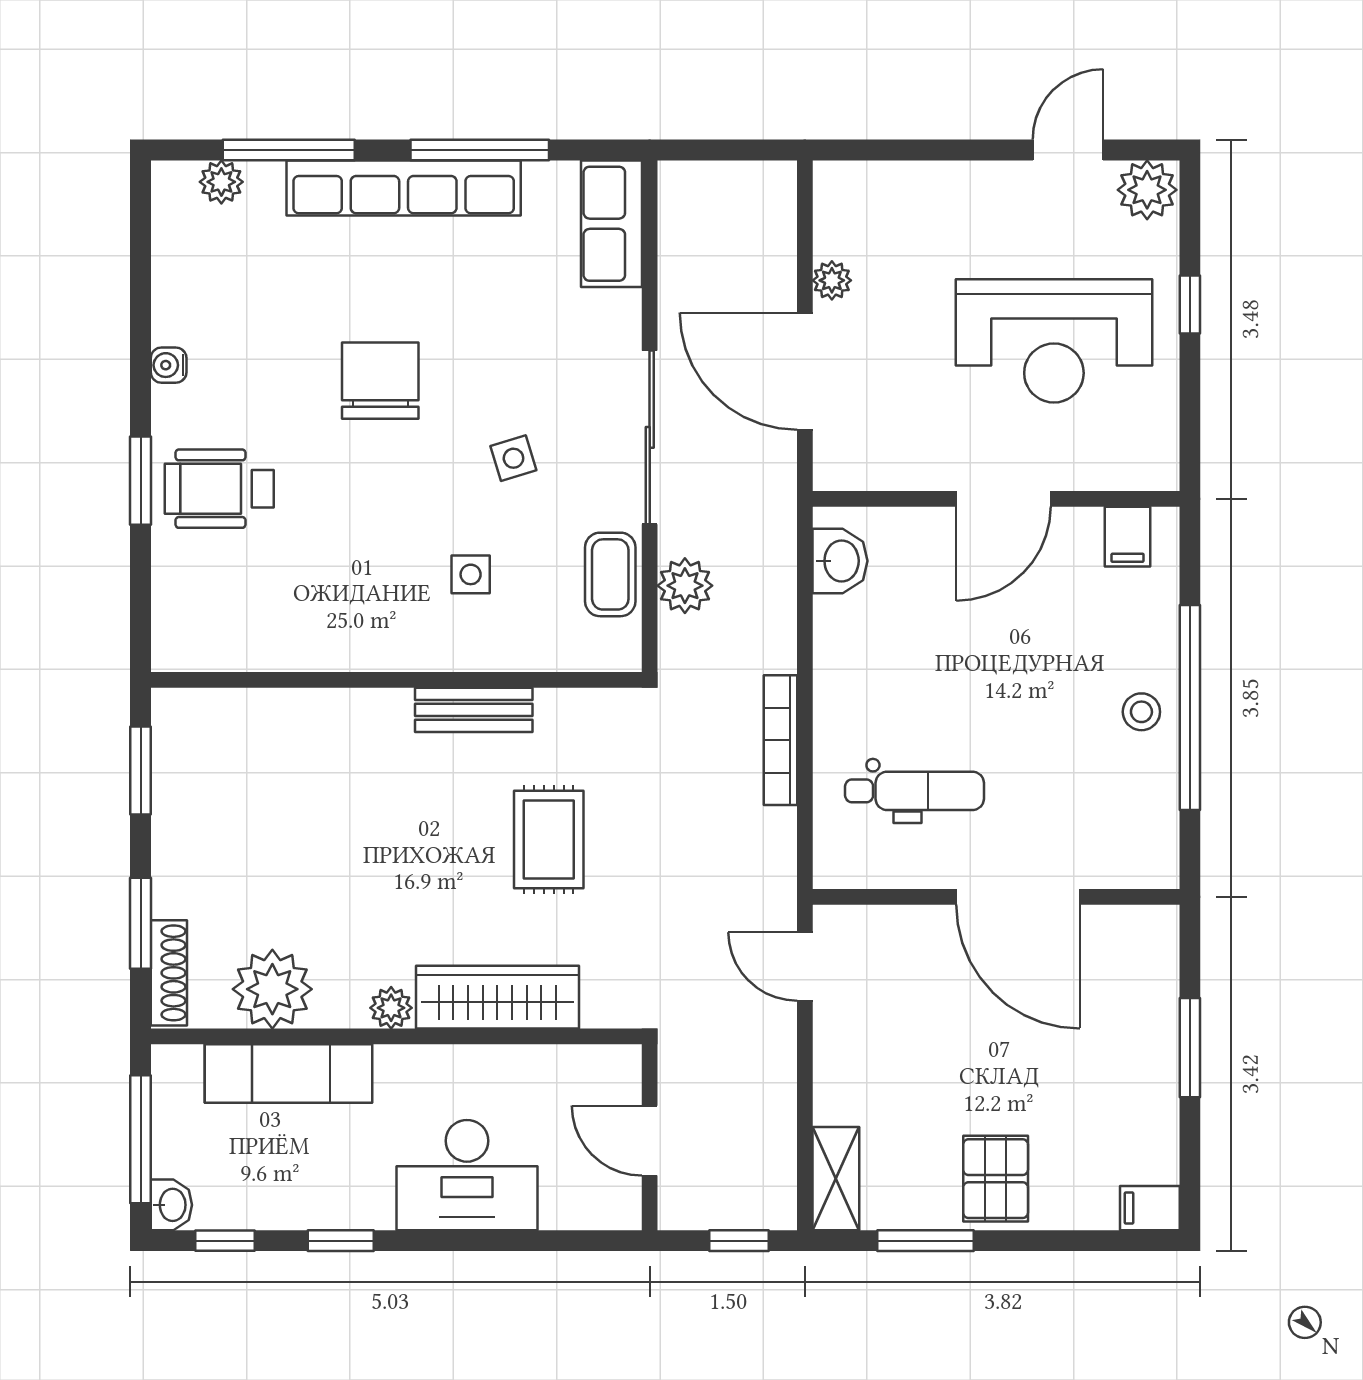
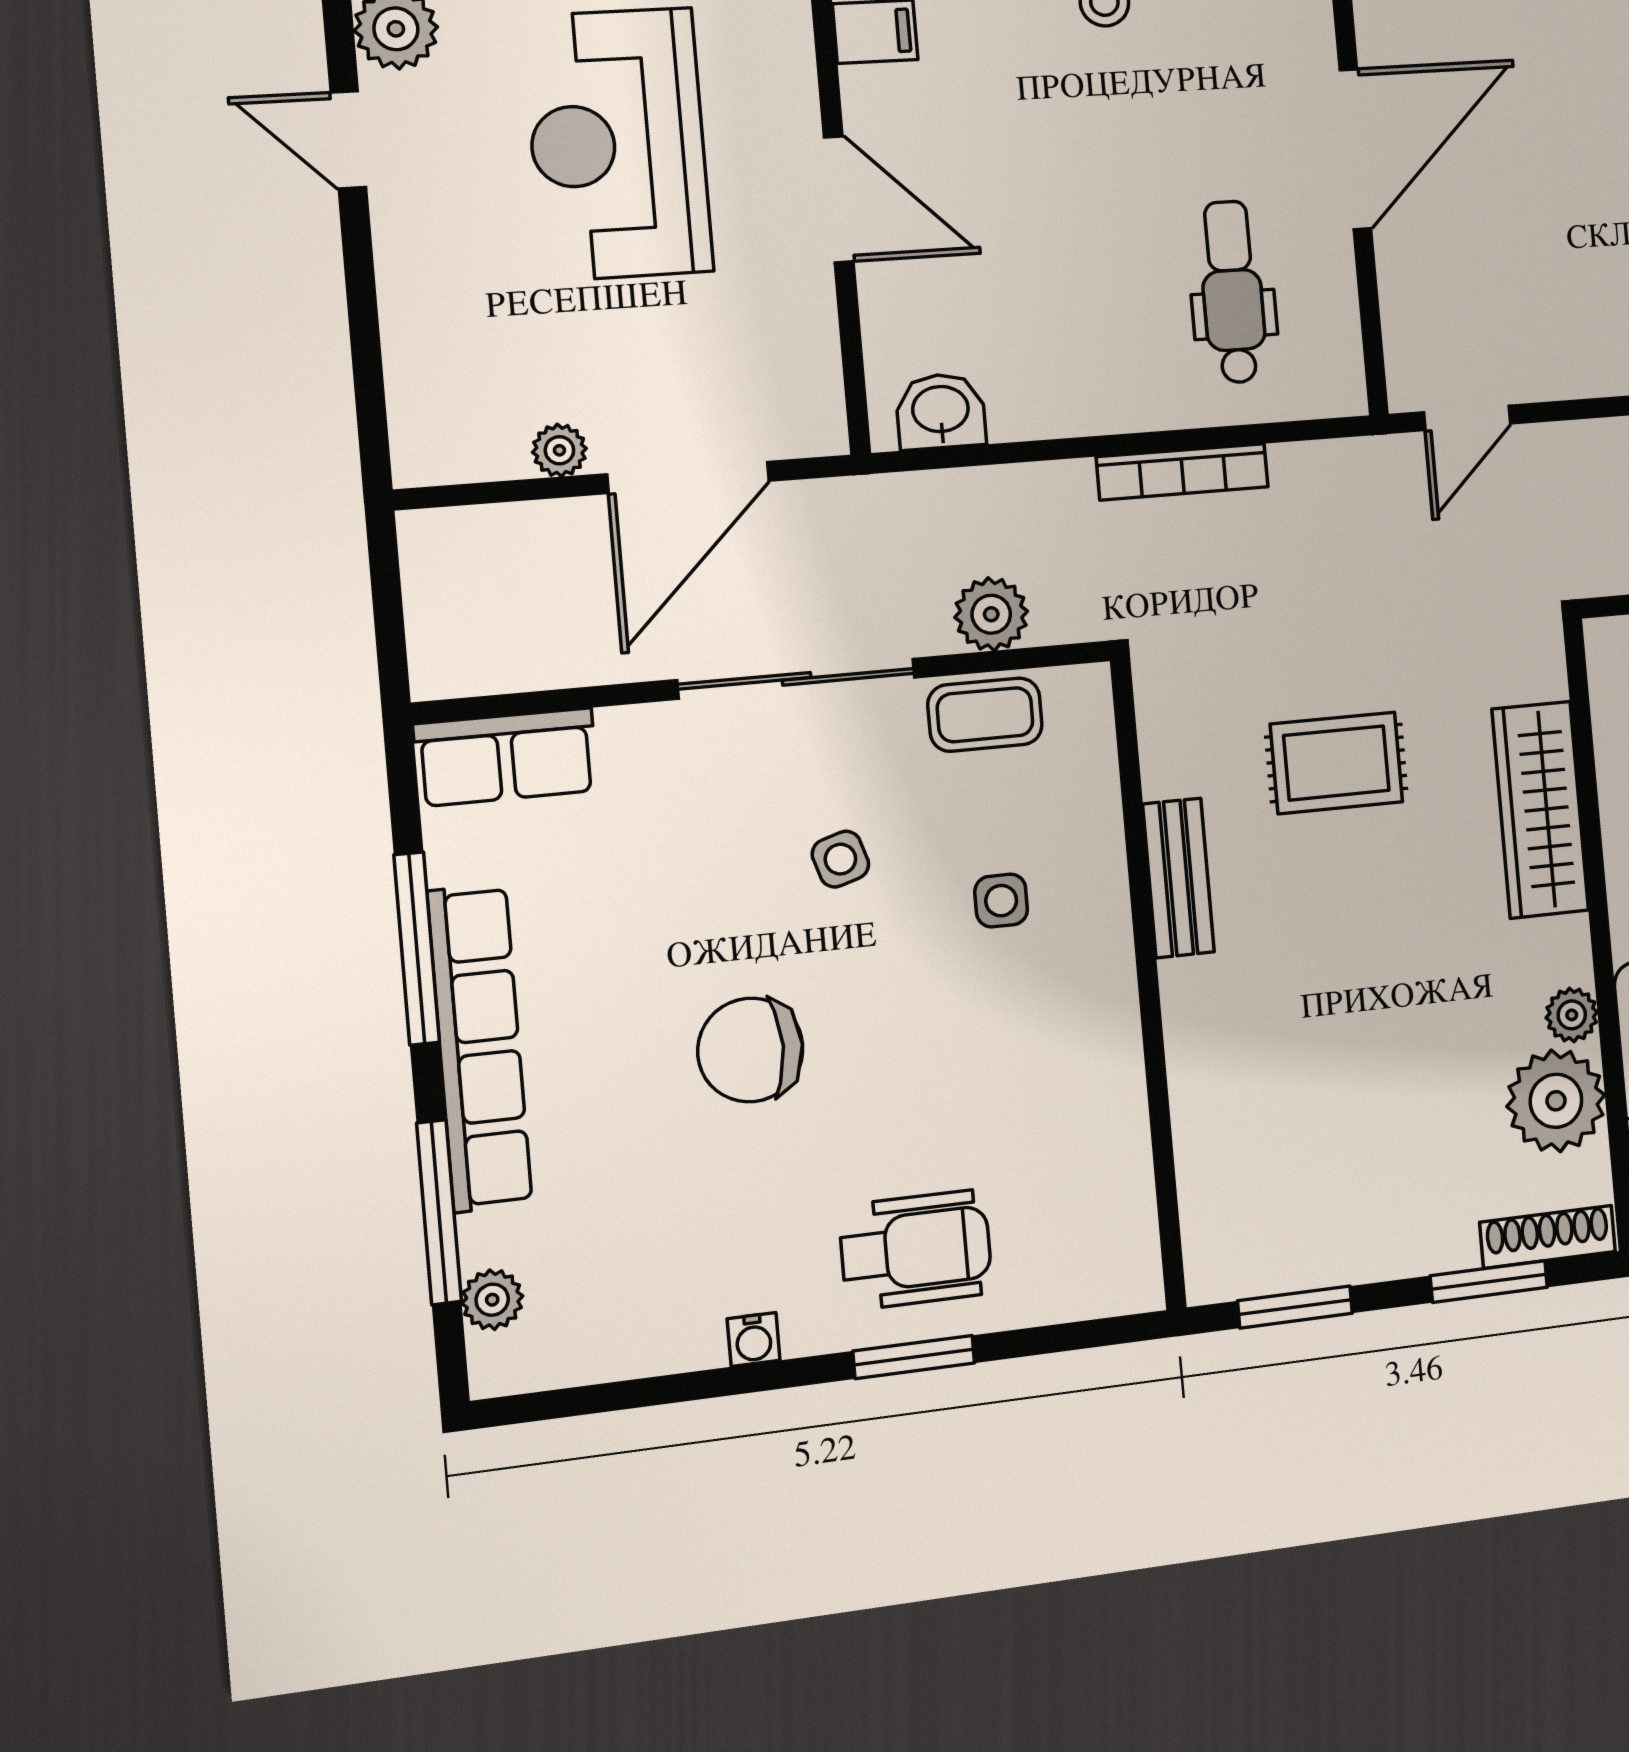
reception desk: (1054, 341) -> (618, 144), turned 180
wheelchair: (219, 489) -> (916, 1250), turned -90
plant: (391, 1008) -> (1572, 1015), moved

